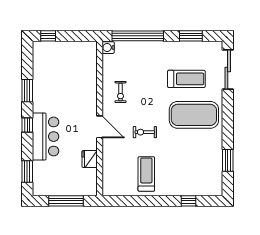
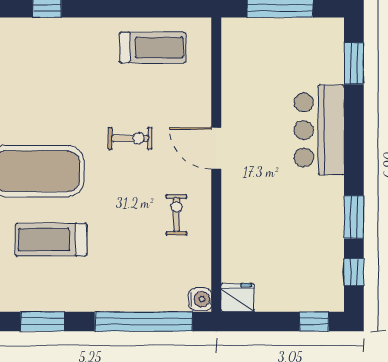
window: (27, 125) -> (354, 272), moved
fridge: (90, 159) -> (238, 298), moved, turned -90
treadmill: (146, 174) -> (153, 48), moved, turned -90

